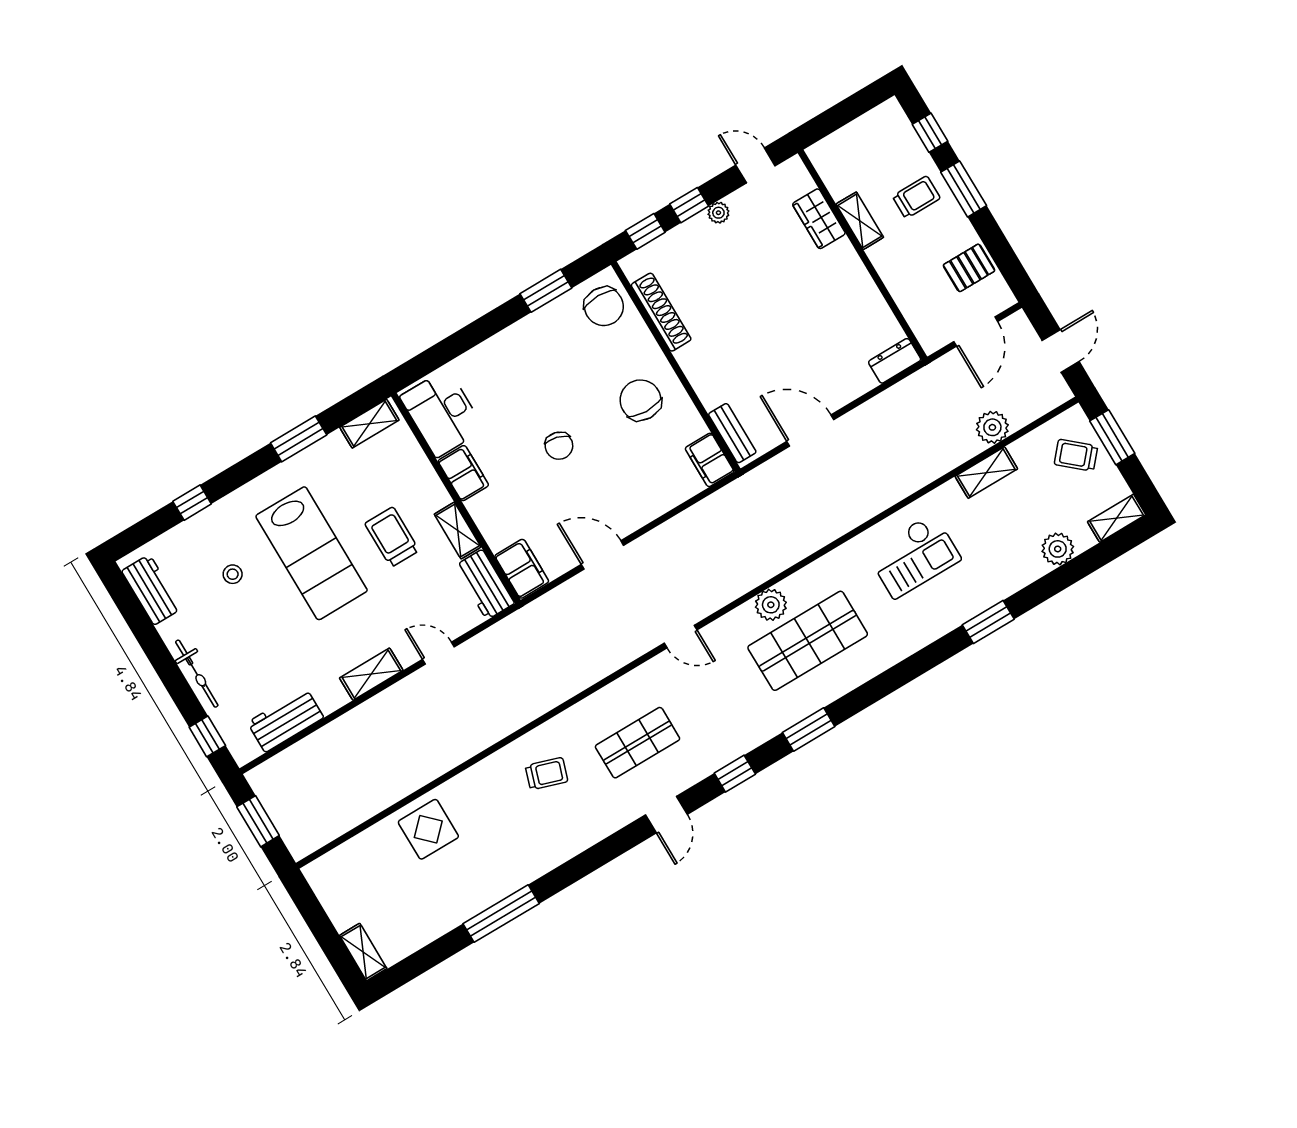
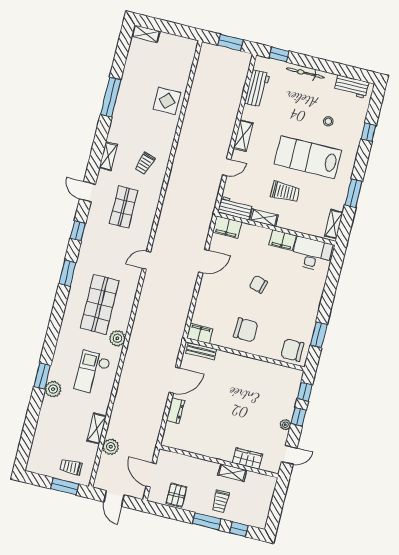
shoe rack: (661, 312) -> (270, 369), removed
dresser: (895, 361) -> (175, 411), moved
trolley: (1076, 455) -> (71, 467), turned -131
shelving: (1117, 518) -> (108, 156), moved
plant: (1058, 549) -> (53, 389), moved
plant: (771, 605) -> (117, 338), moved

